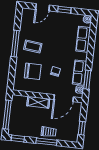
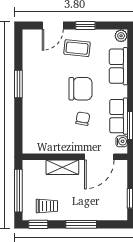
window: (15, 44) -> (18, 84), width x0.69
coffee table: (33, 46) -> (77, 48), moved
chair: (33, 71) -> (80, 89), moved
trolley: (49, 132) -> (47, 206), moved

